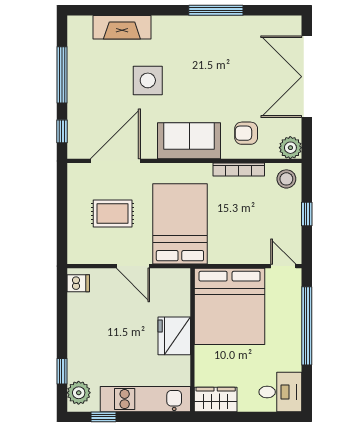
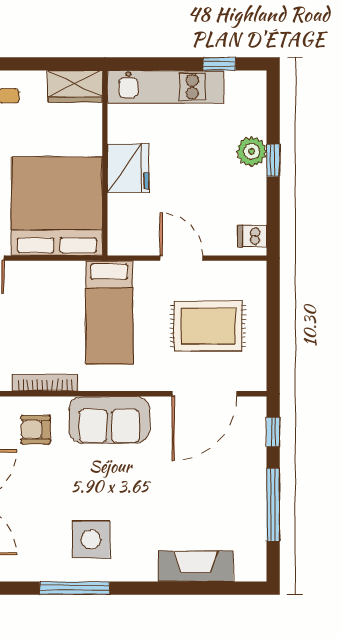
side table: (148, 80) -> (91, 539), moved
armchair: (246, 133) -> (36, 430), turned 180
rug: (113, 213) -> (208, 326), width x1.36, depth x1.43
bed: (180, 224) -> (109, 313), width x0.67
window: (62, 371) -> (273, 160), moved
plant: (79, 393) -> (252, 151), moved

